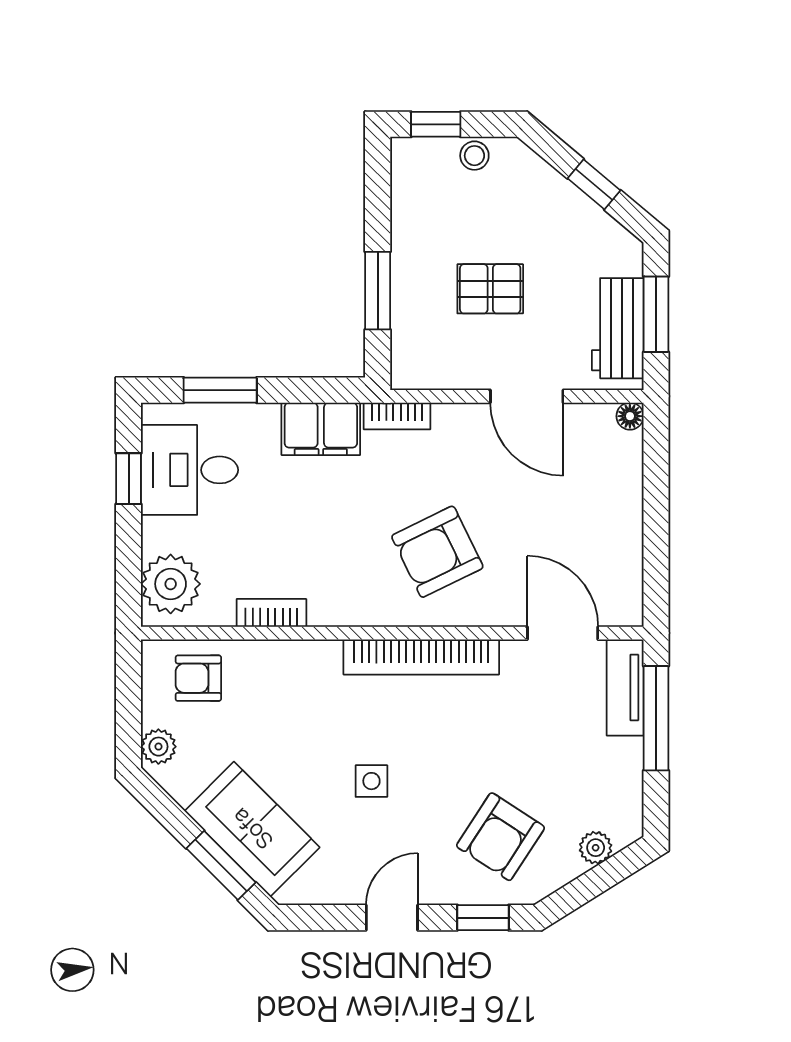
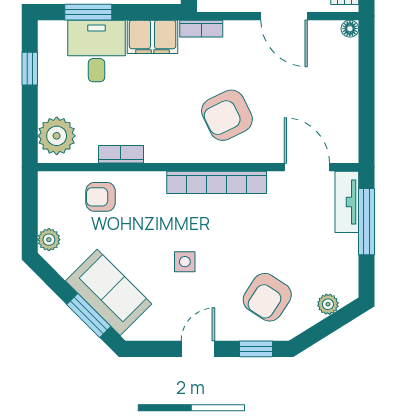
desk: (189, 470) -> (96, 51), moved, turned 90
armchair: (198, 678) -> (101, 197), moved

